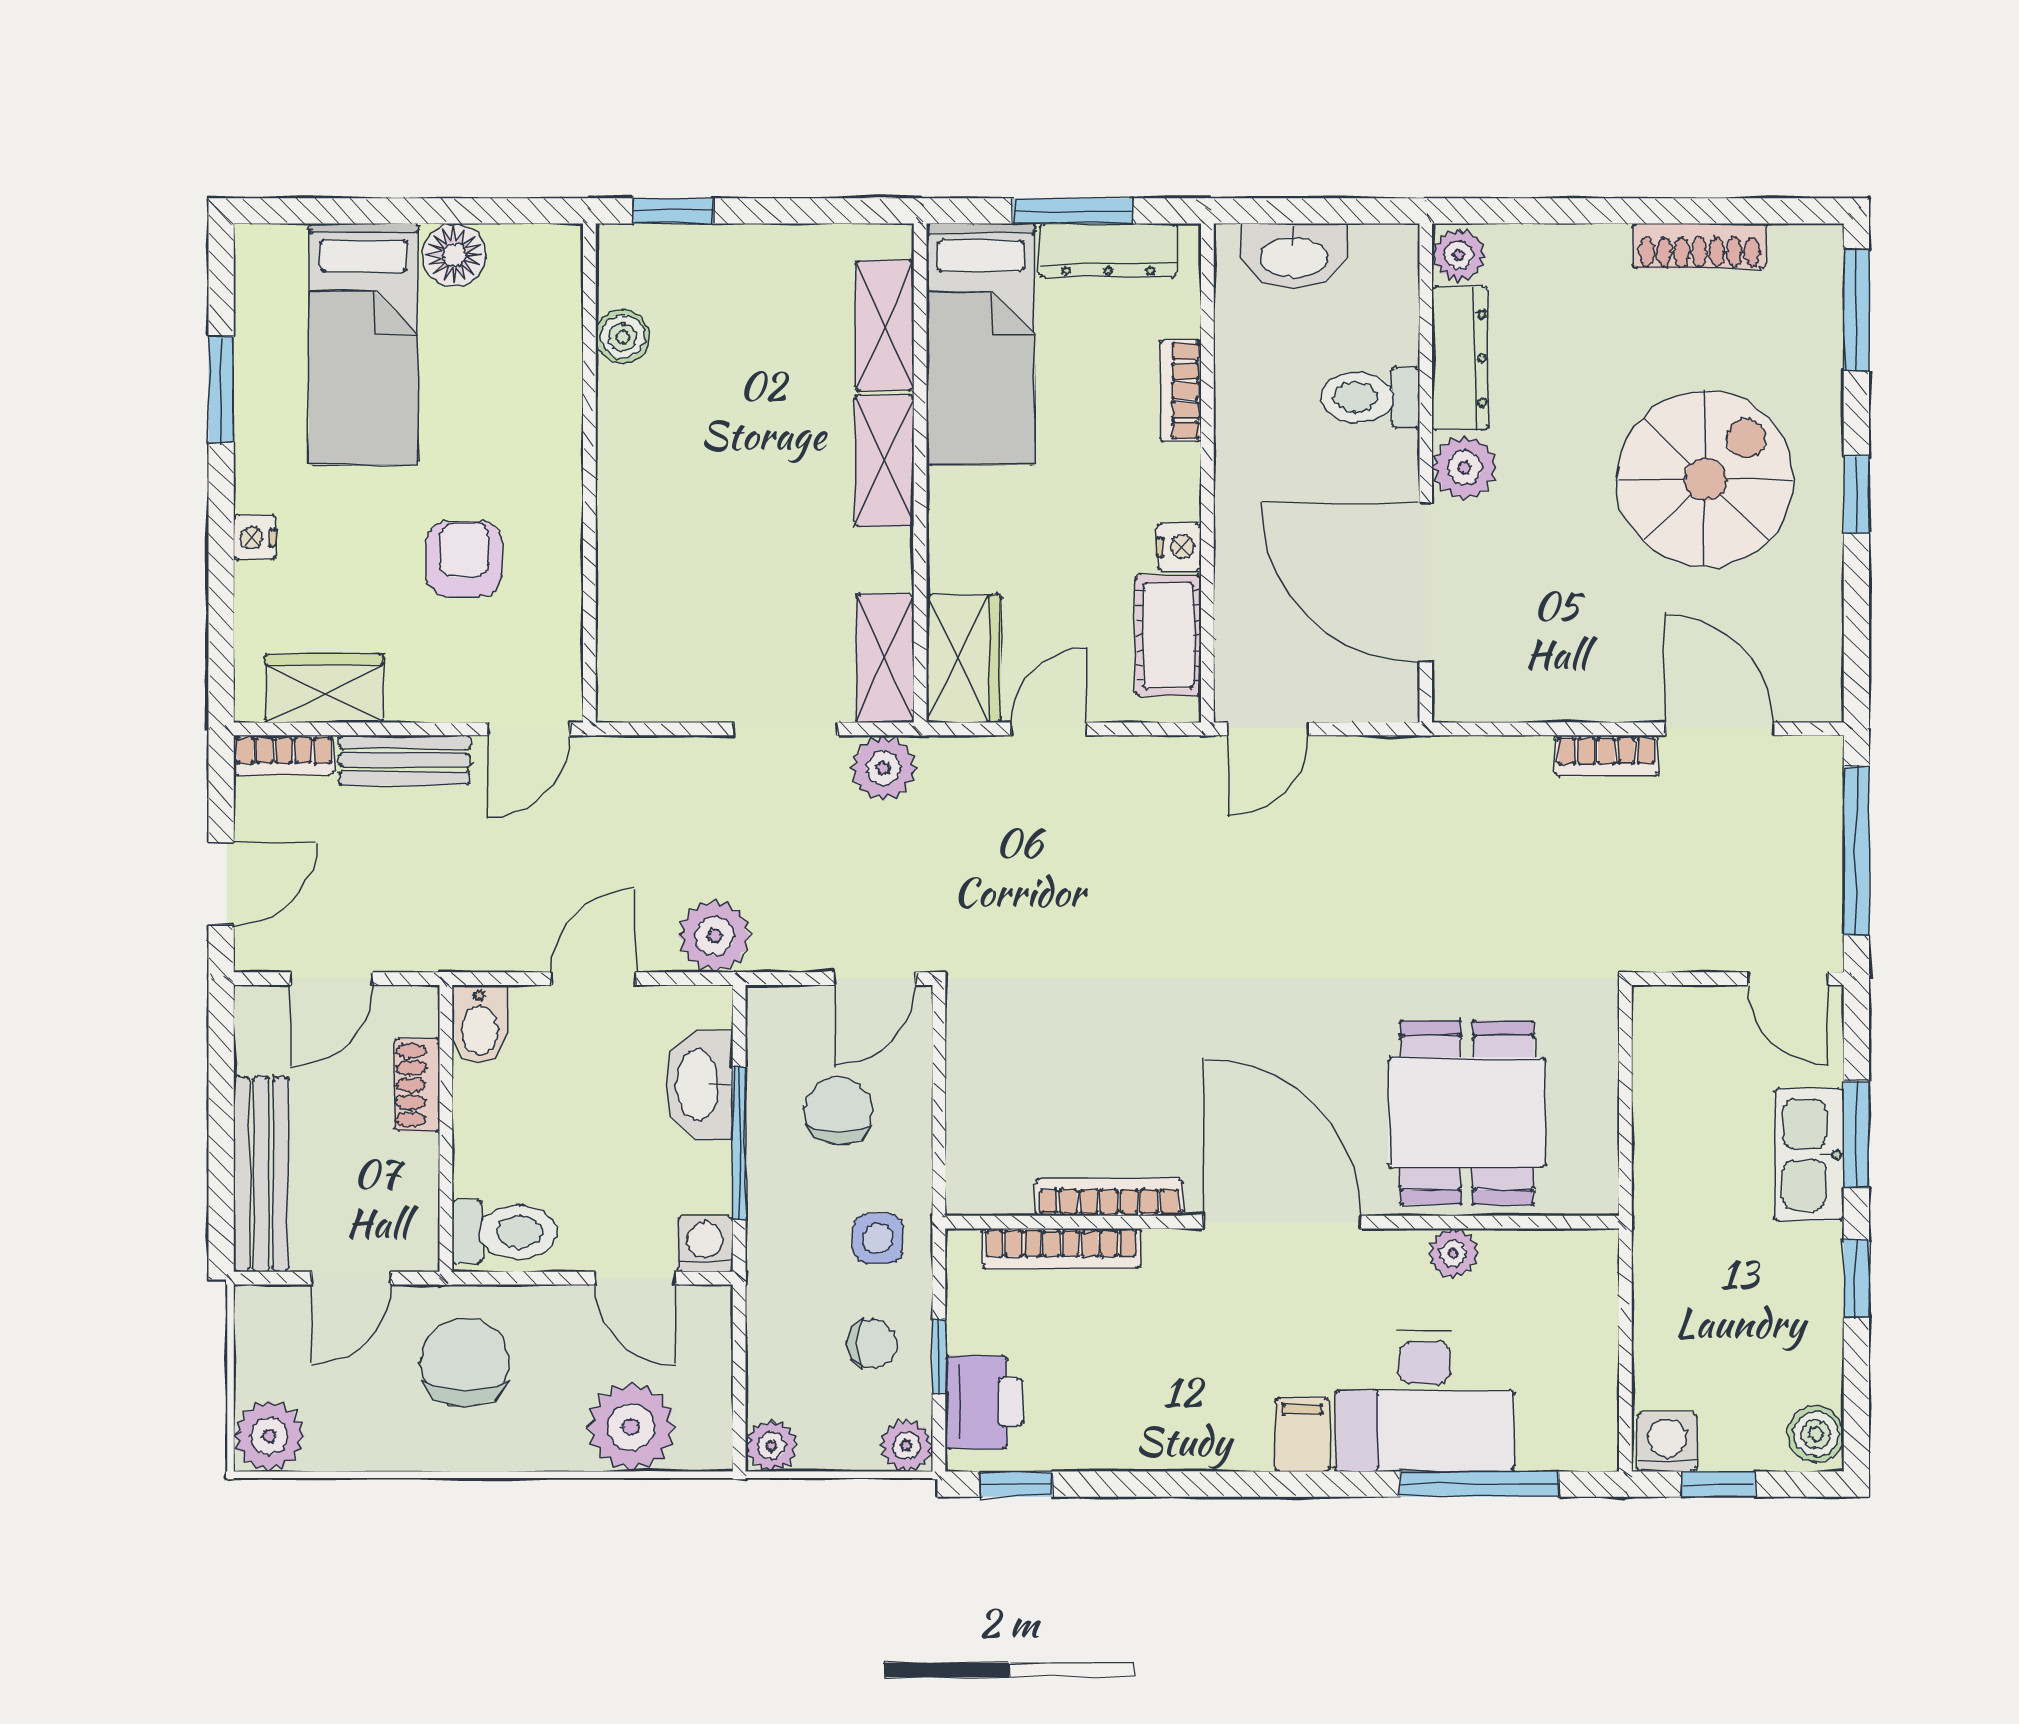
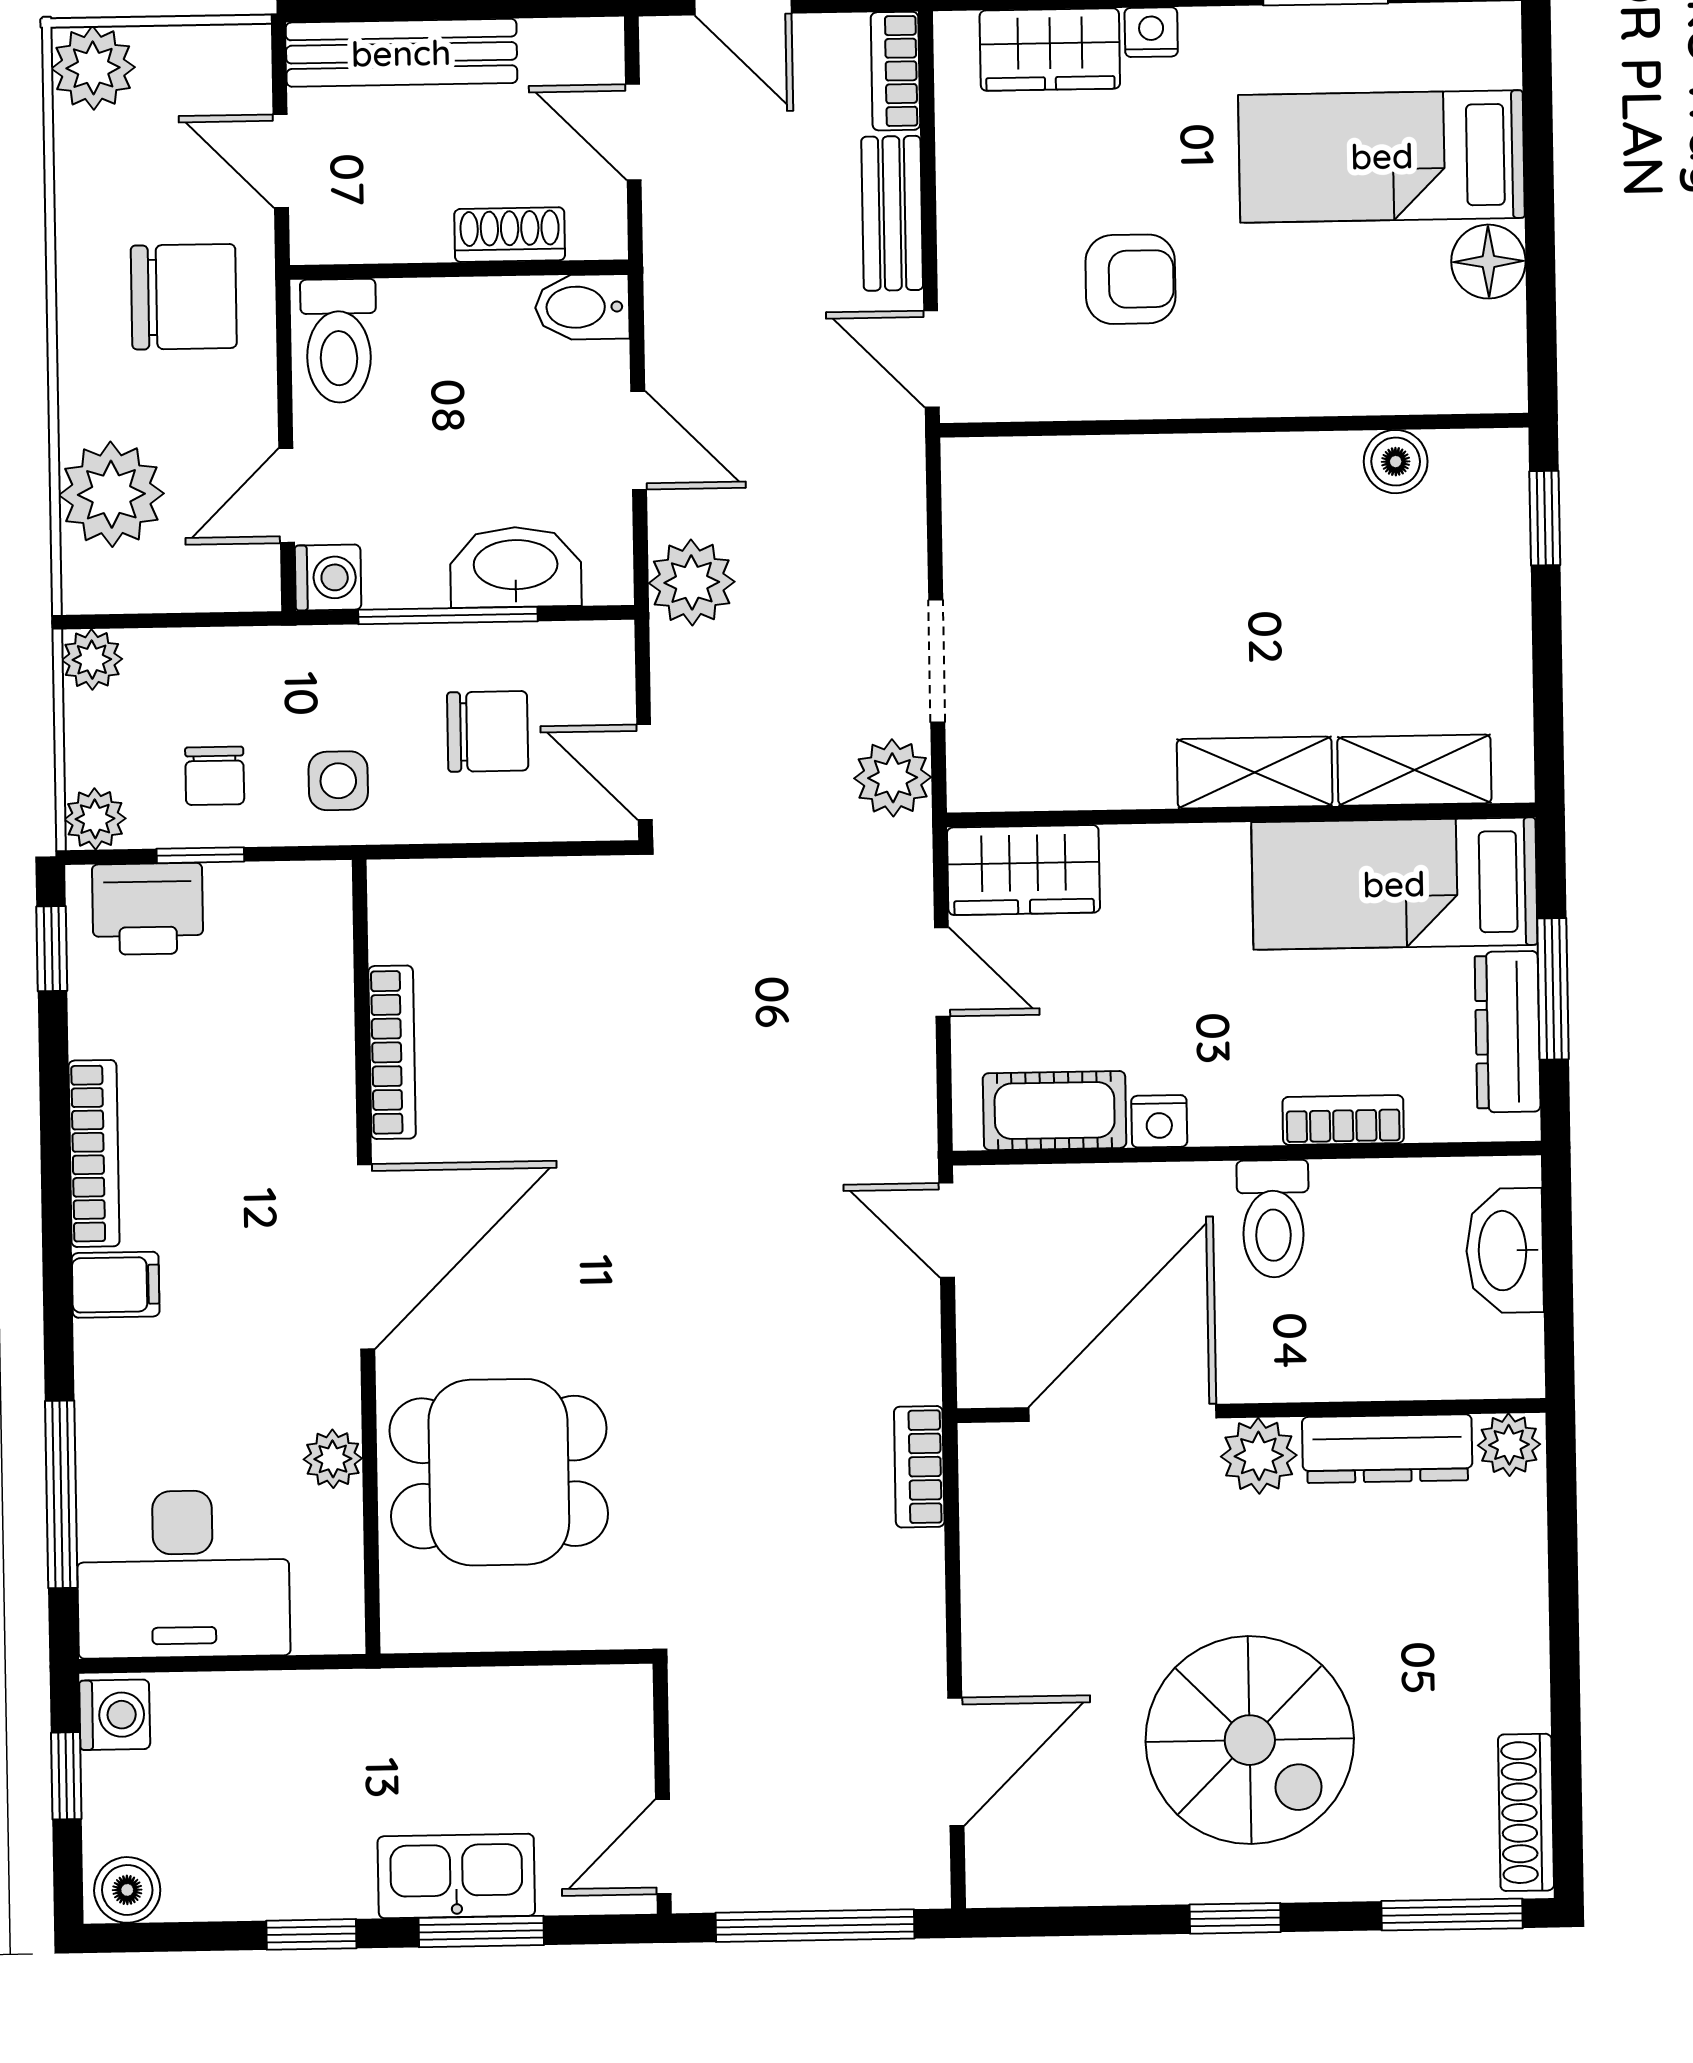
shoe rack: (1699, 246) -> (1526, 1812), moved
toilet: (1370, 397) -> (1273, 1219), moved, turned 180
shelving: (885, 658) -> (1022, 777), removed
wardrobe: (324, 688) -> (1050, 50), moved, turned 90
bookcase: (1606, 756) -> (919, 1467), moved
bookcase: (1061, 1249) -> (94, 1153), moved, turned 180
desk: (1425, 1401) -> (183, 1574), moved, turned -90

